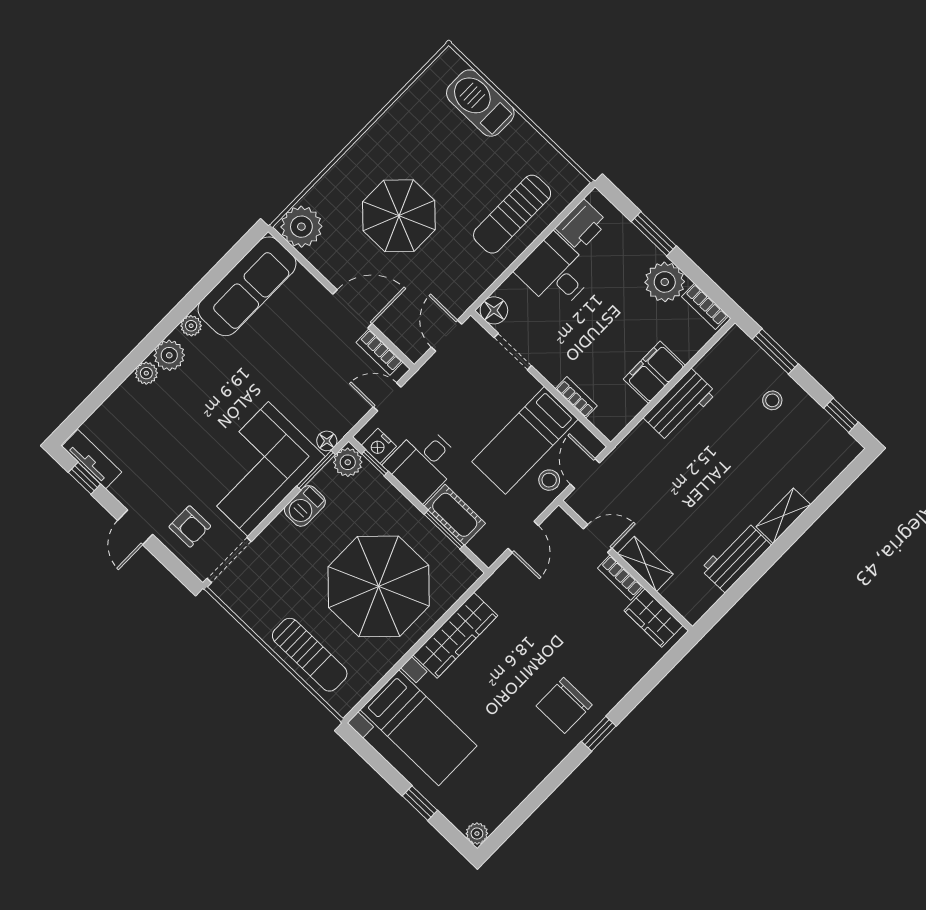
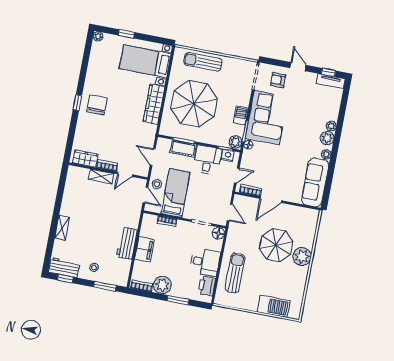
plant: (301, 227) -> (302, 257), moved
workbench: (736, 557) -> (64, 267), moved, turned -90

